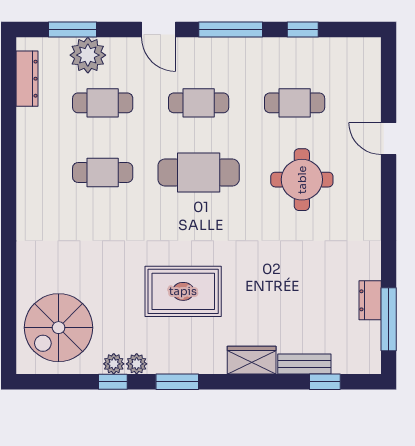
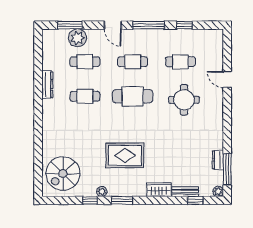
dresser: (27, 79) -> (47, 85), moved
plant: (114, 364) -> (218, 191), moved

